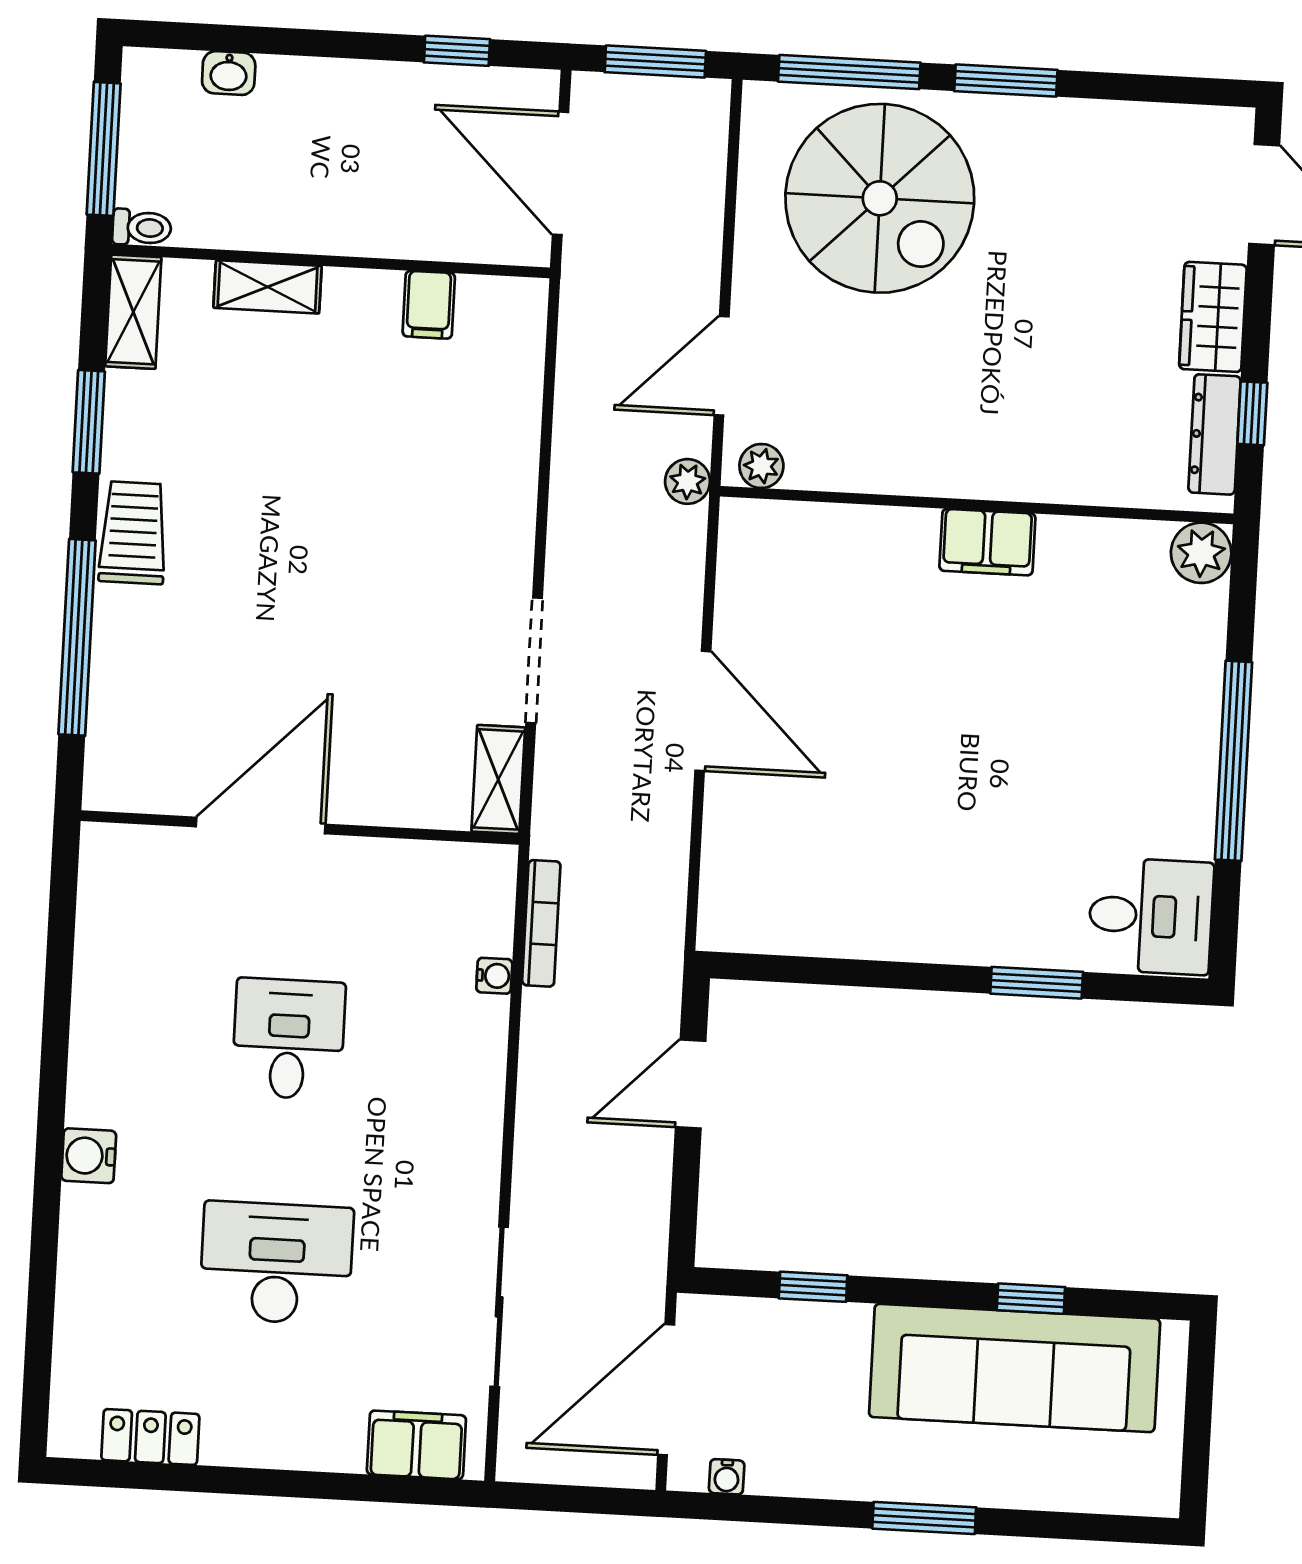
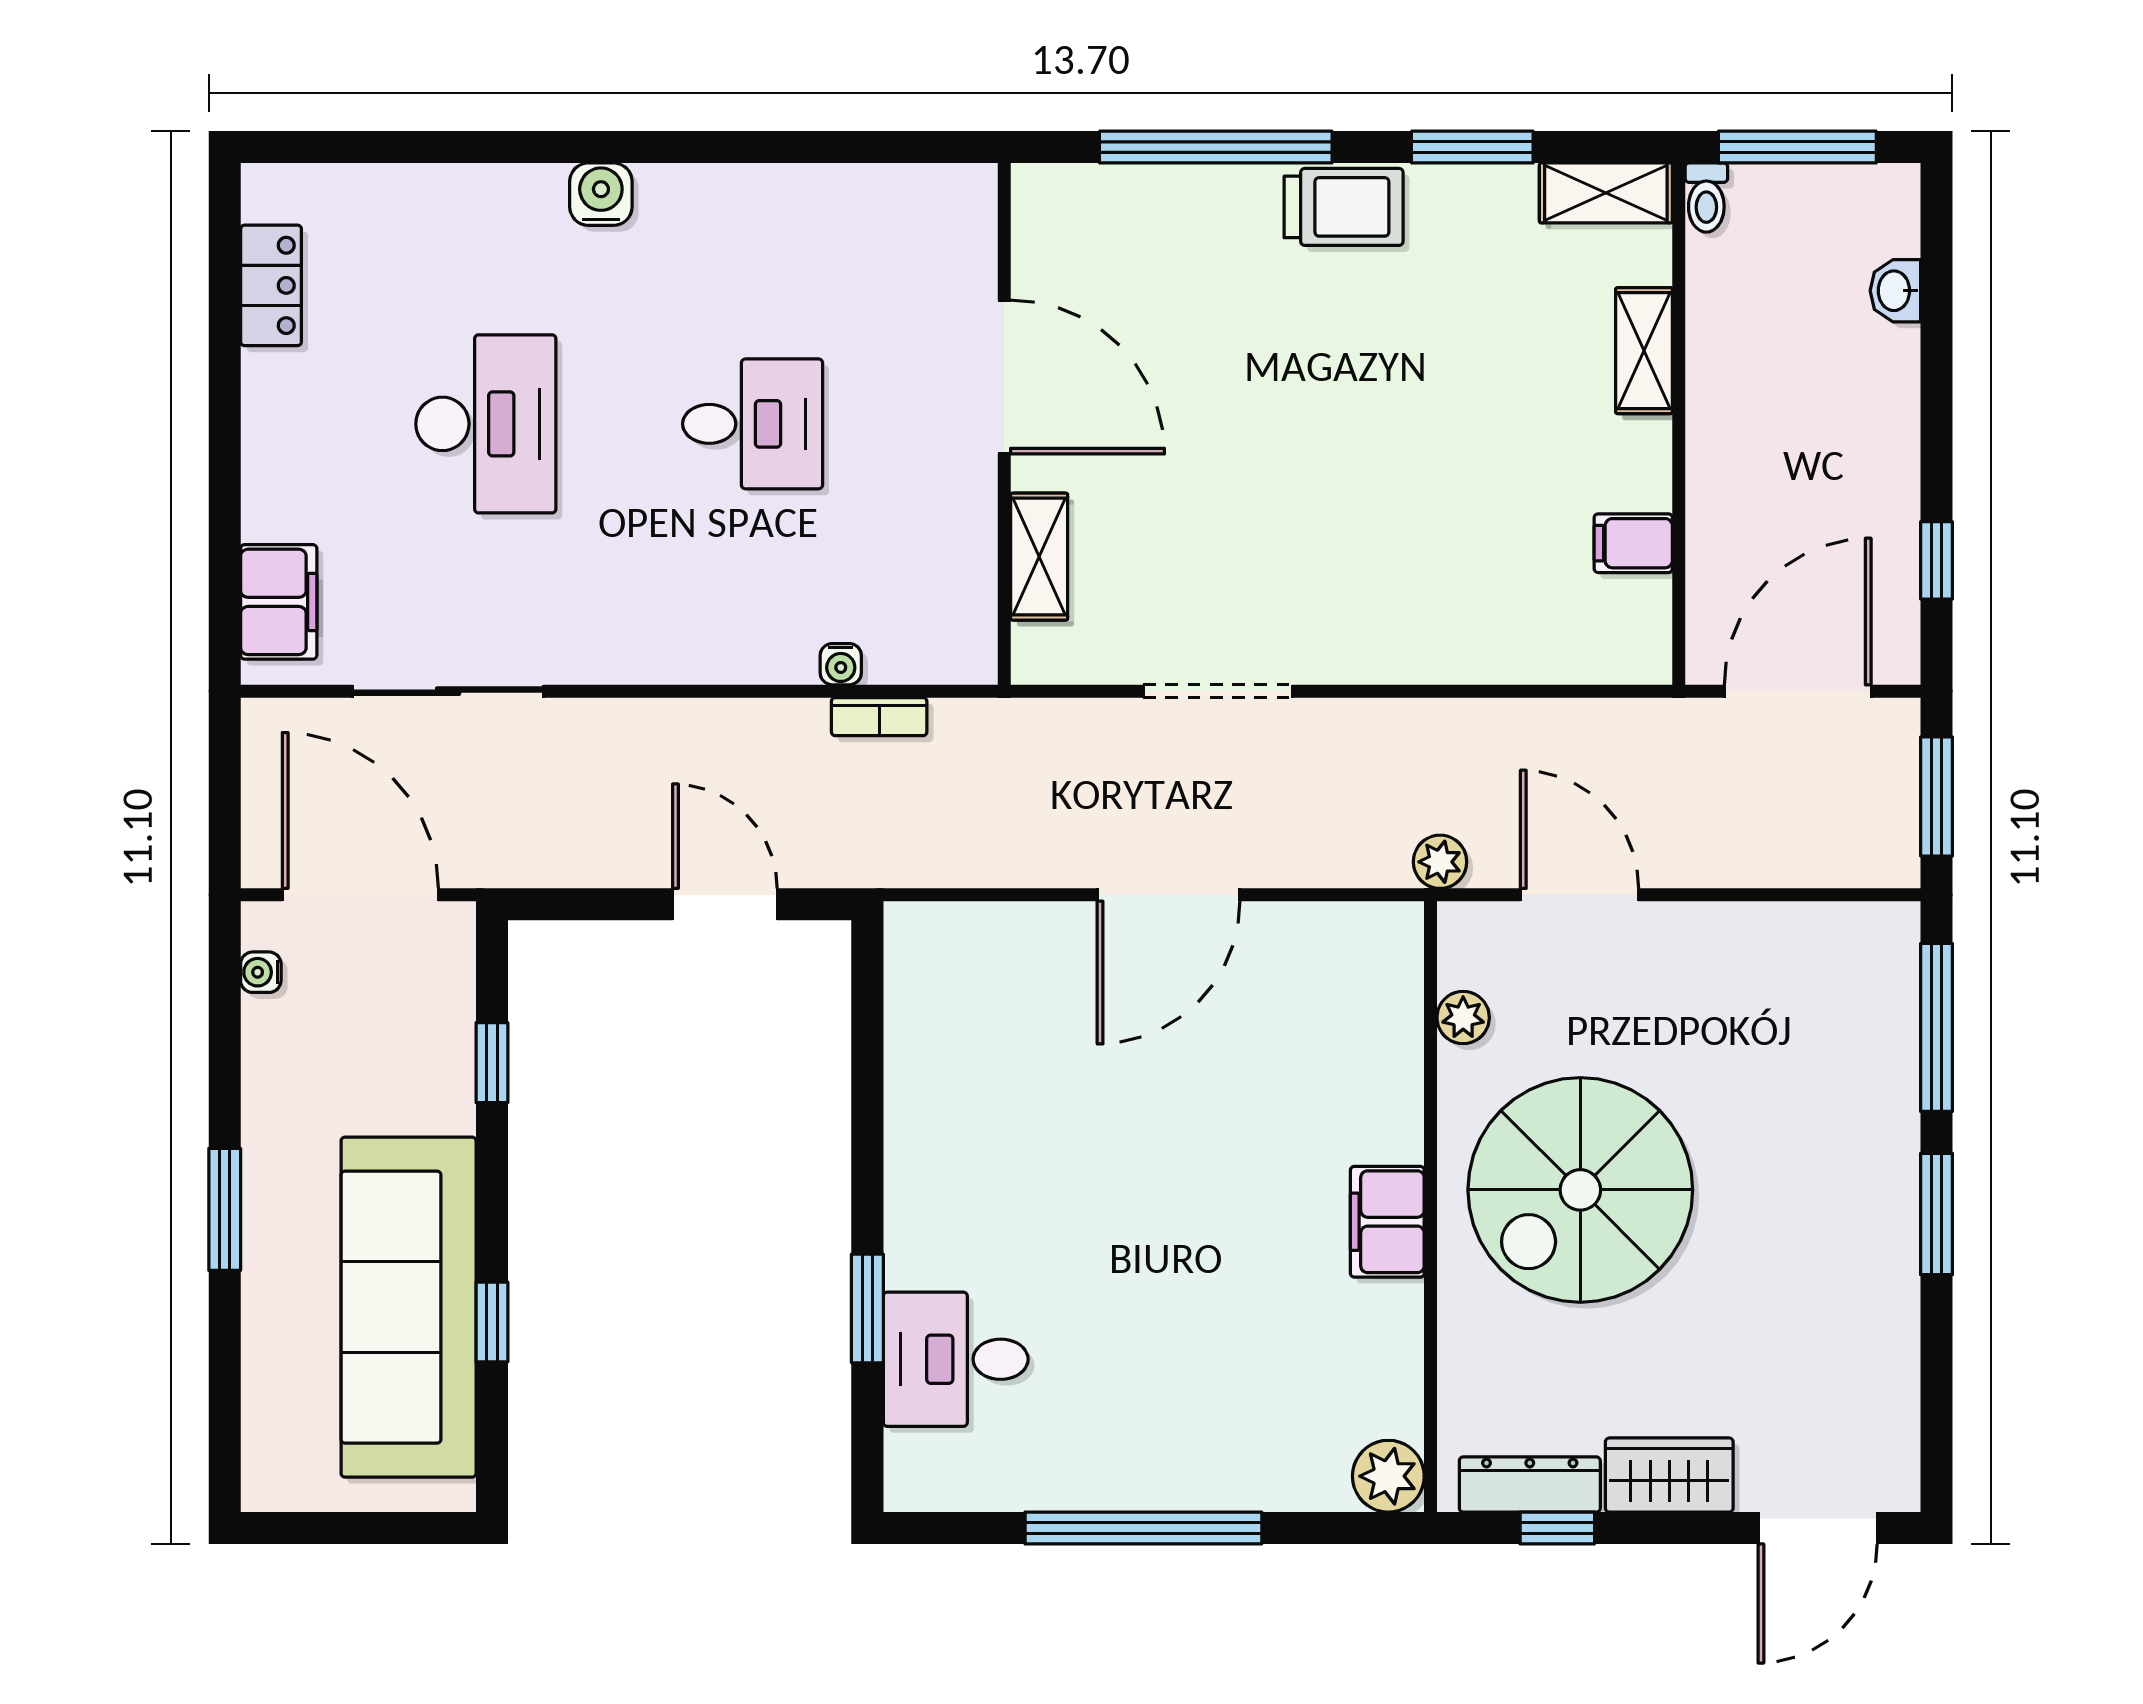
spiral stairs: (880, 198) -> (1580, 1190), moved
plant: (761, 466) -> (1463, 1018), moved
shelving: (498, 779) -> (1039, 557), moved, turned 90
desk: (1151, 916) -> (956, 1359), moved, turned 90
bookcase: (541, 923) -> (879, 717), width x0.64

